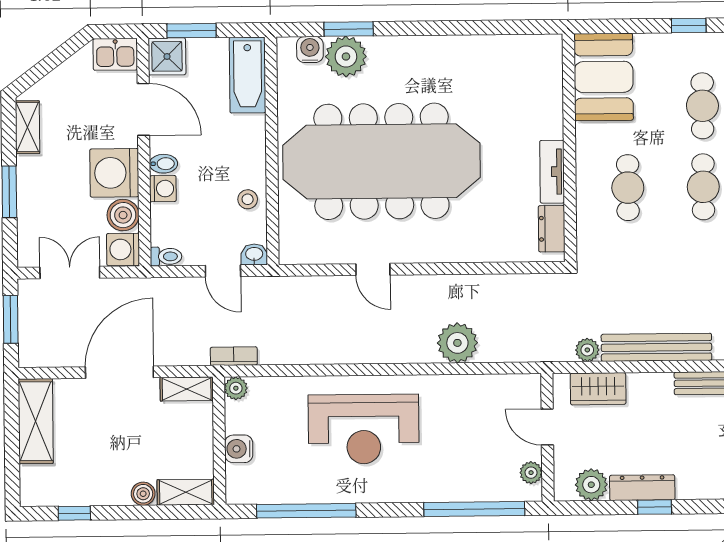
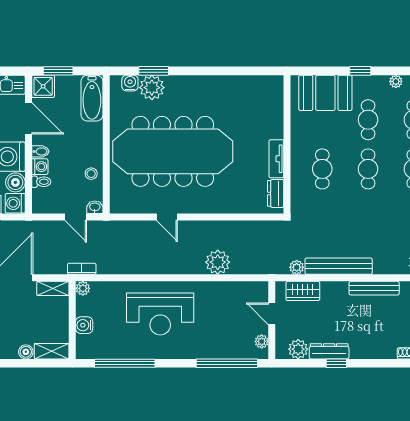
booth: (604, 77) -> (325, 93), moved, turned 90
toilet: (166, 256) -> (41, 182), moved

